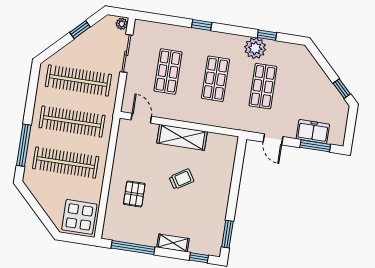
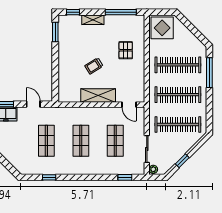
window: (202, 25) -> (125, 177), moved
plant: (255, 48) -> (56, 167), removed

